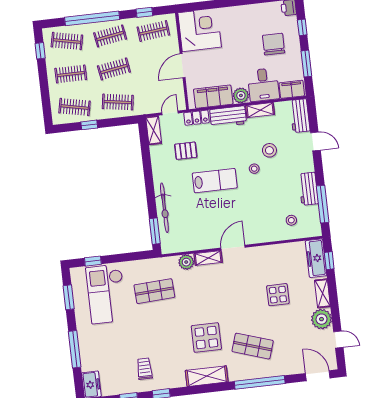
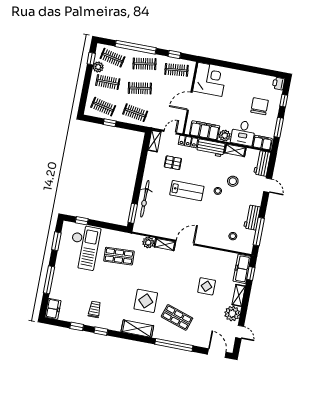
plant: (52, 59) -> (98, 67), added
checkout: (106, 294) -> (84, 247), turned 180

